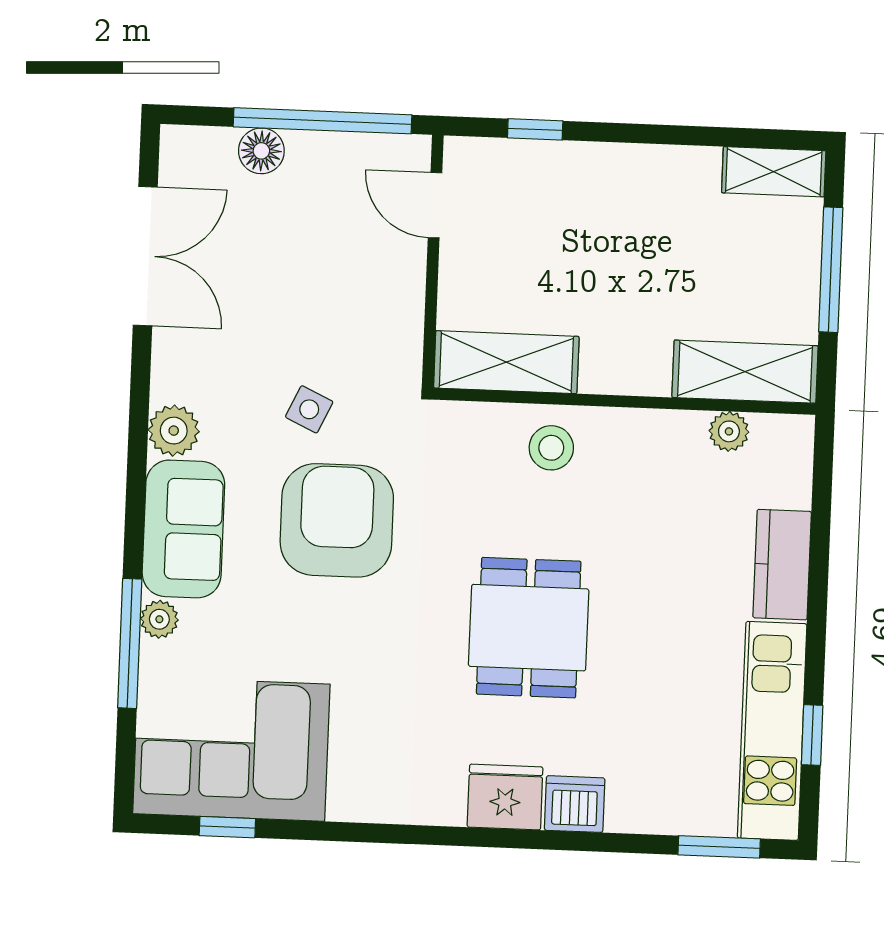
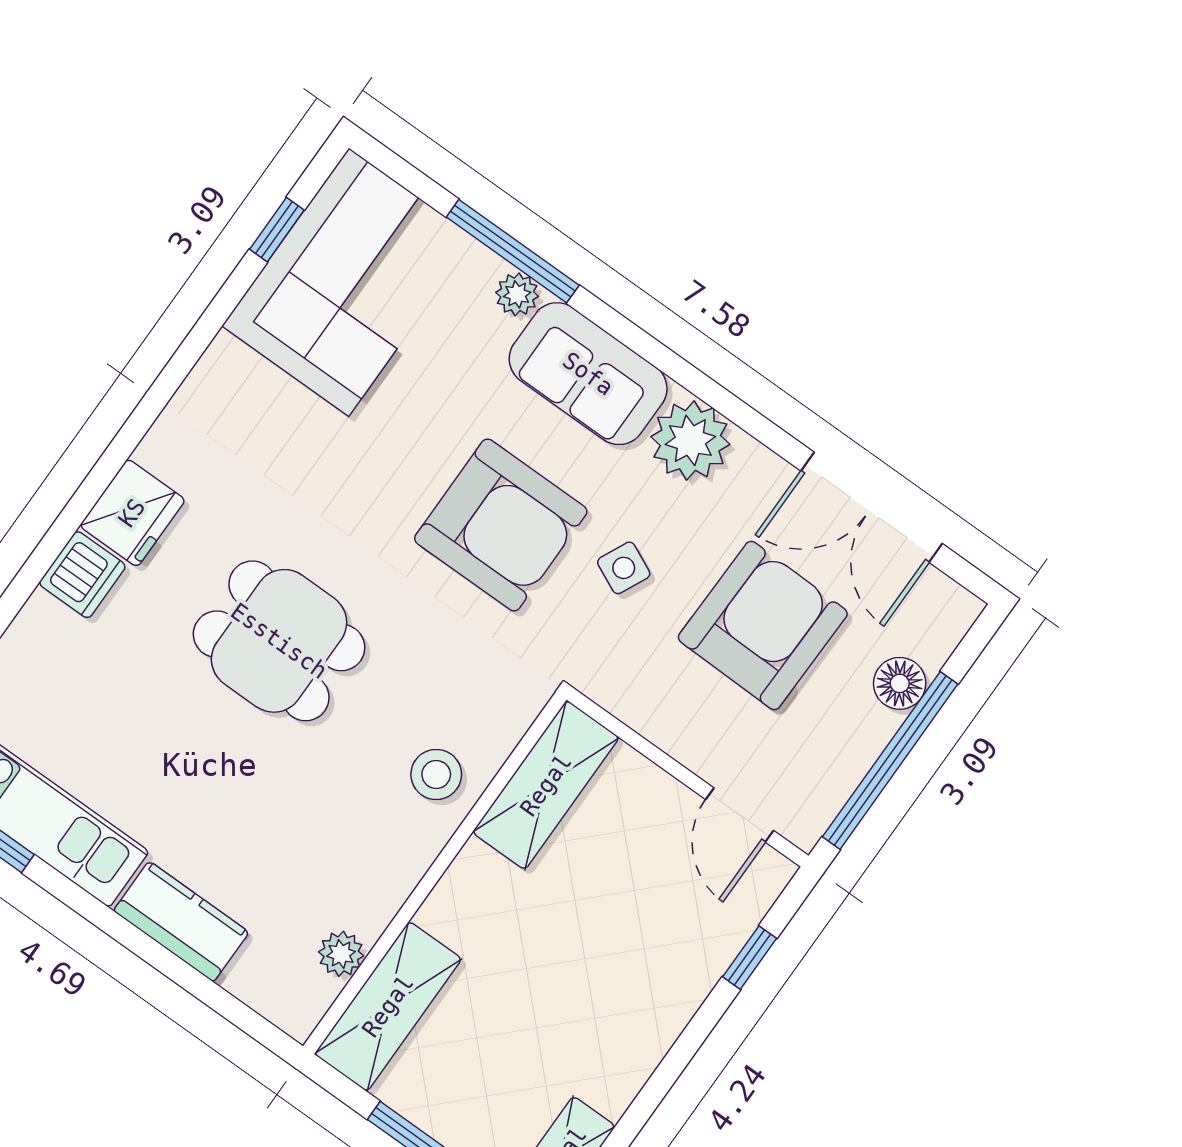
door: (435, 205) -> (740, 815), swing flipped
armchair: (285, 279) -> (763, 625), added
plant: (174, 431) -> (690, 440), width x1.36, depth x1.36

